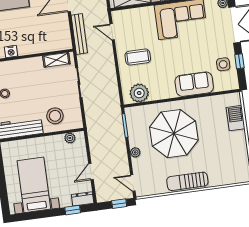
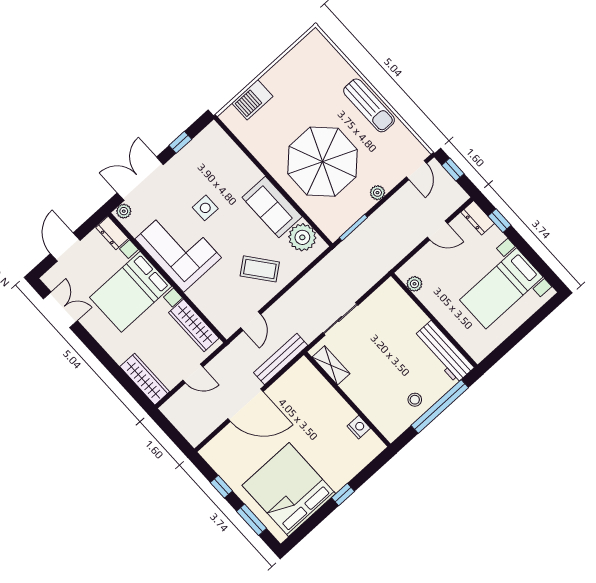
coffee table: (138, 57) -> (260, 269), turned -38
side table: (223, 64) -> (205, 208), moved
sofa: (194, 84) -> (272, 207), moved
stool: (55, 116) -> (400, 320), removed

